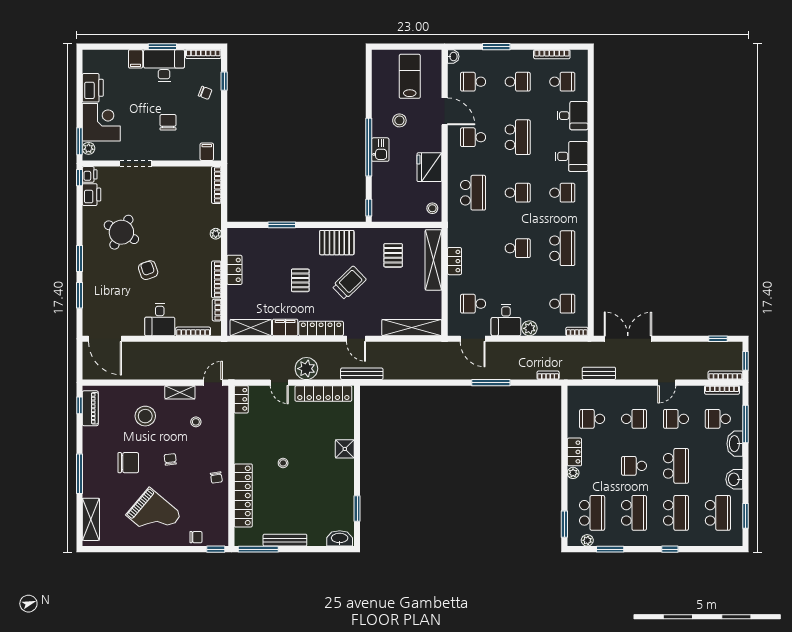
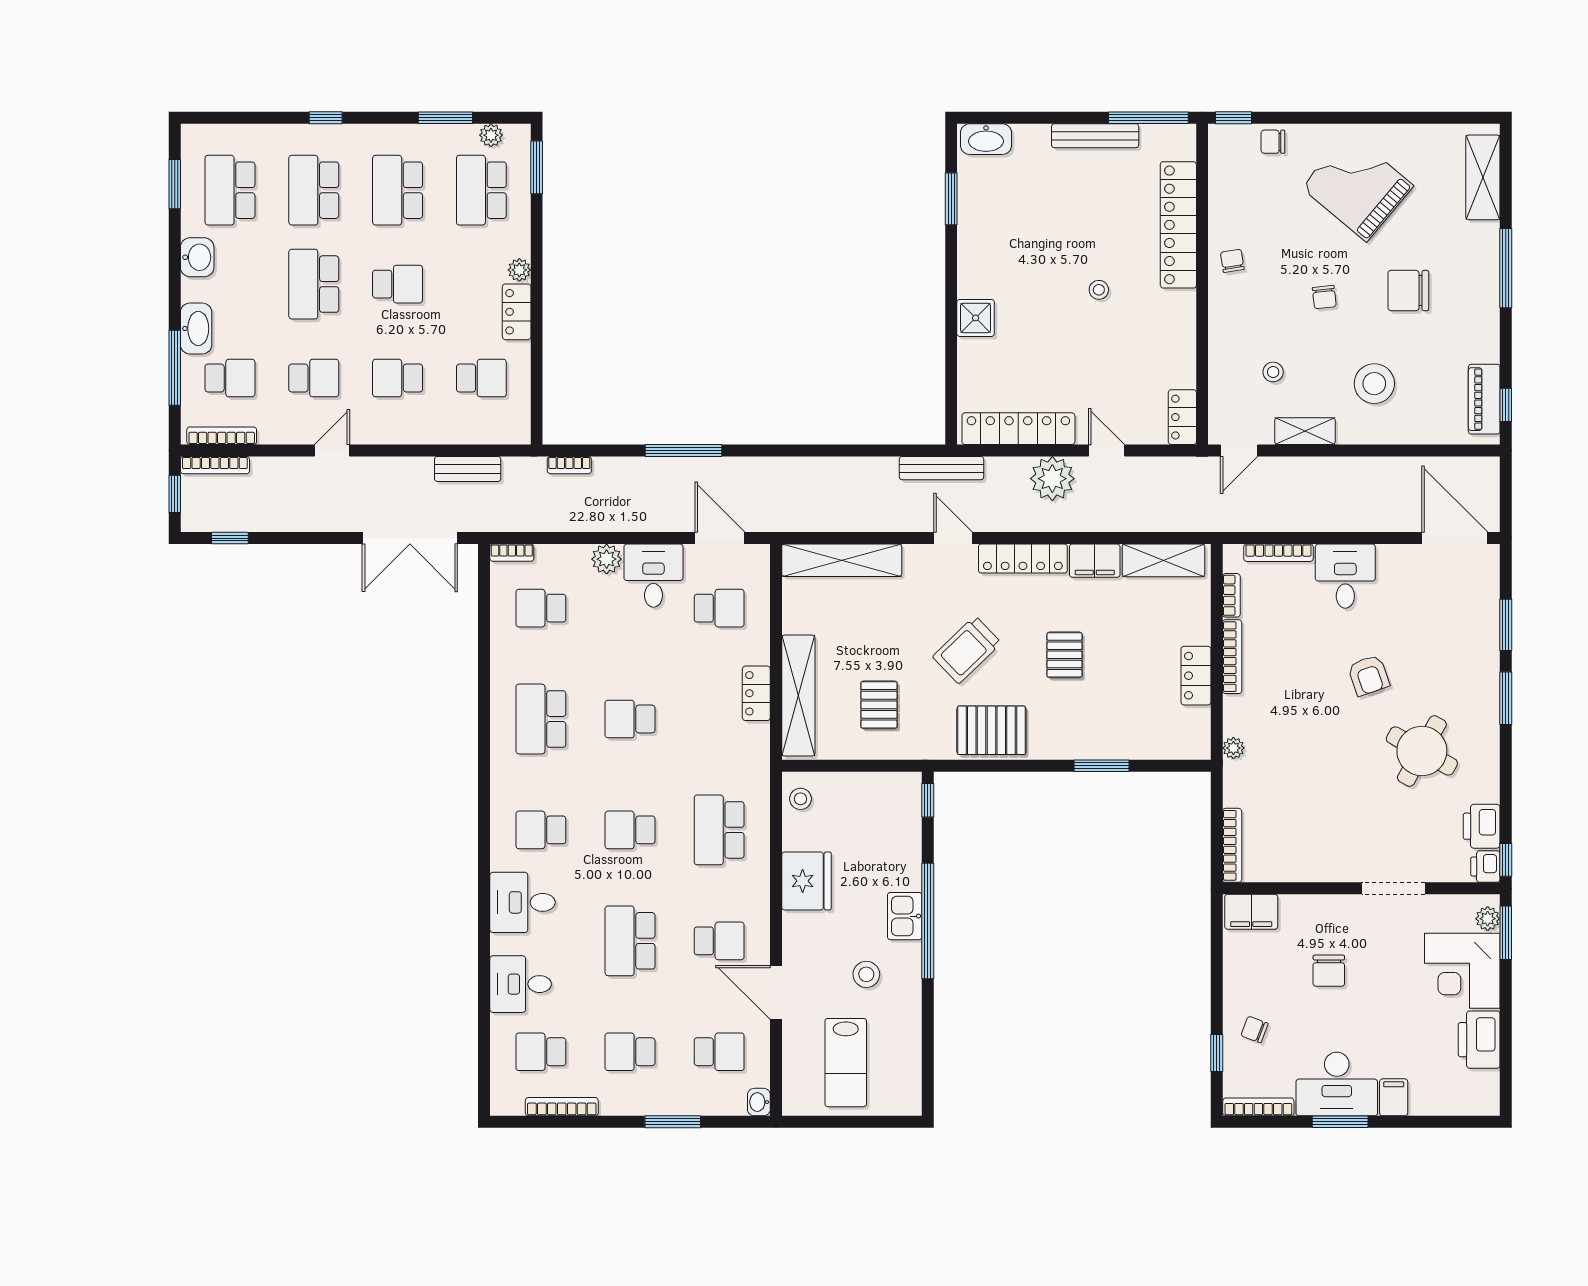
filing cabinet: (207, 152) -> (1251, 912), width x2.00

